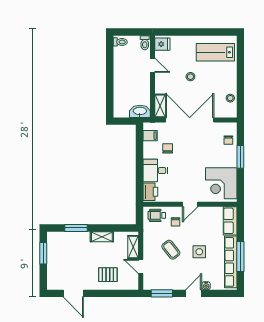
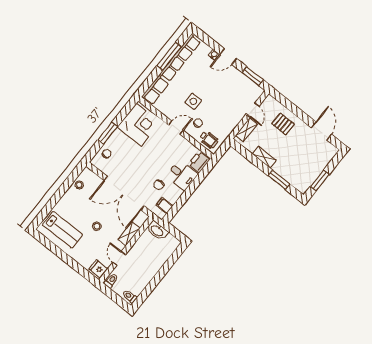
shelving: (160, 106) -> (129, 234), moved
coffee table: (171, 250) -> (219, 104), removed
side table: (199, 252) -> (193, 101), moved

